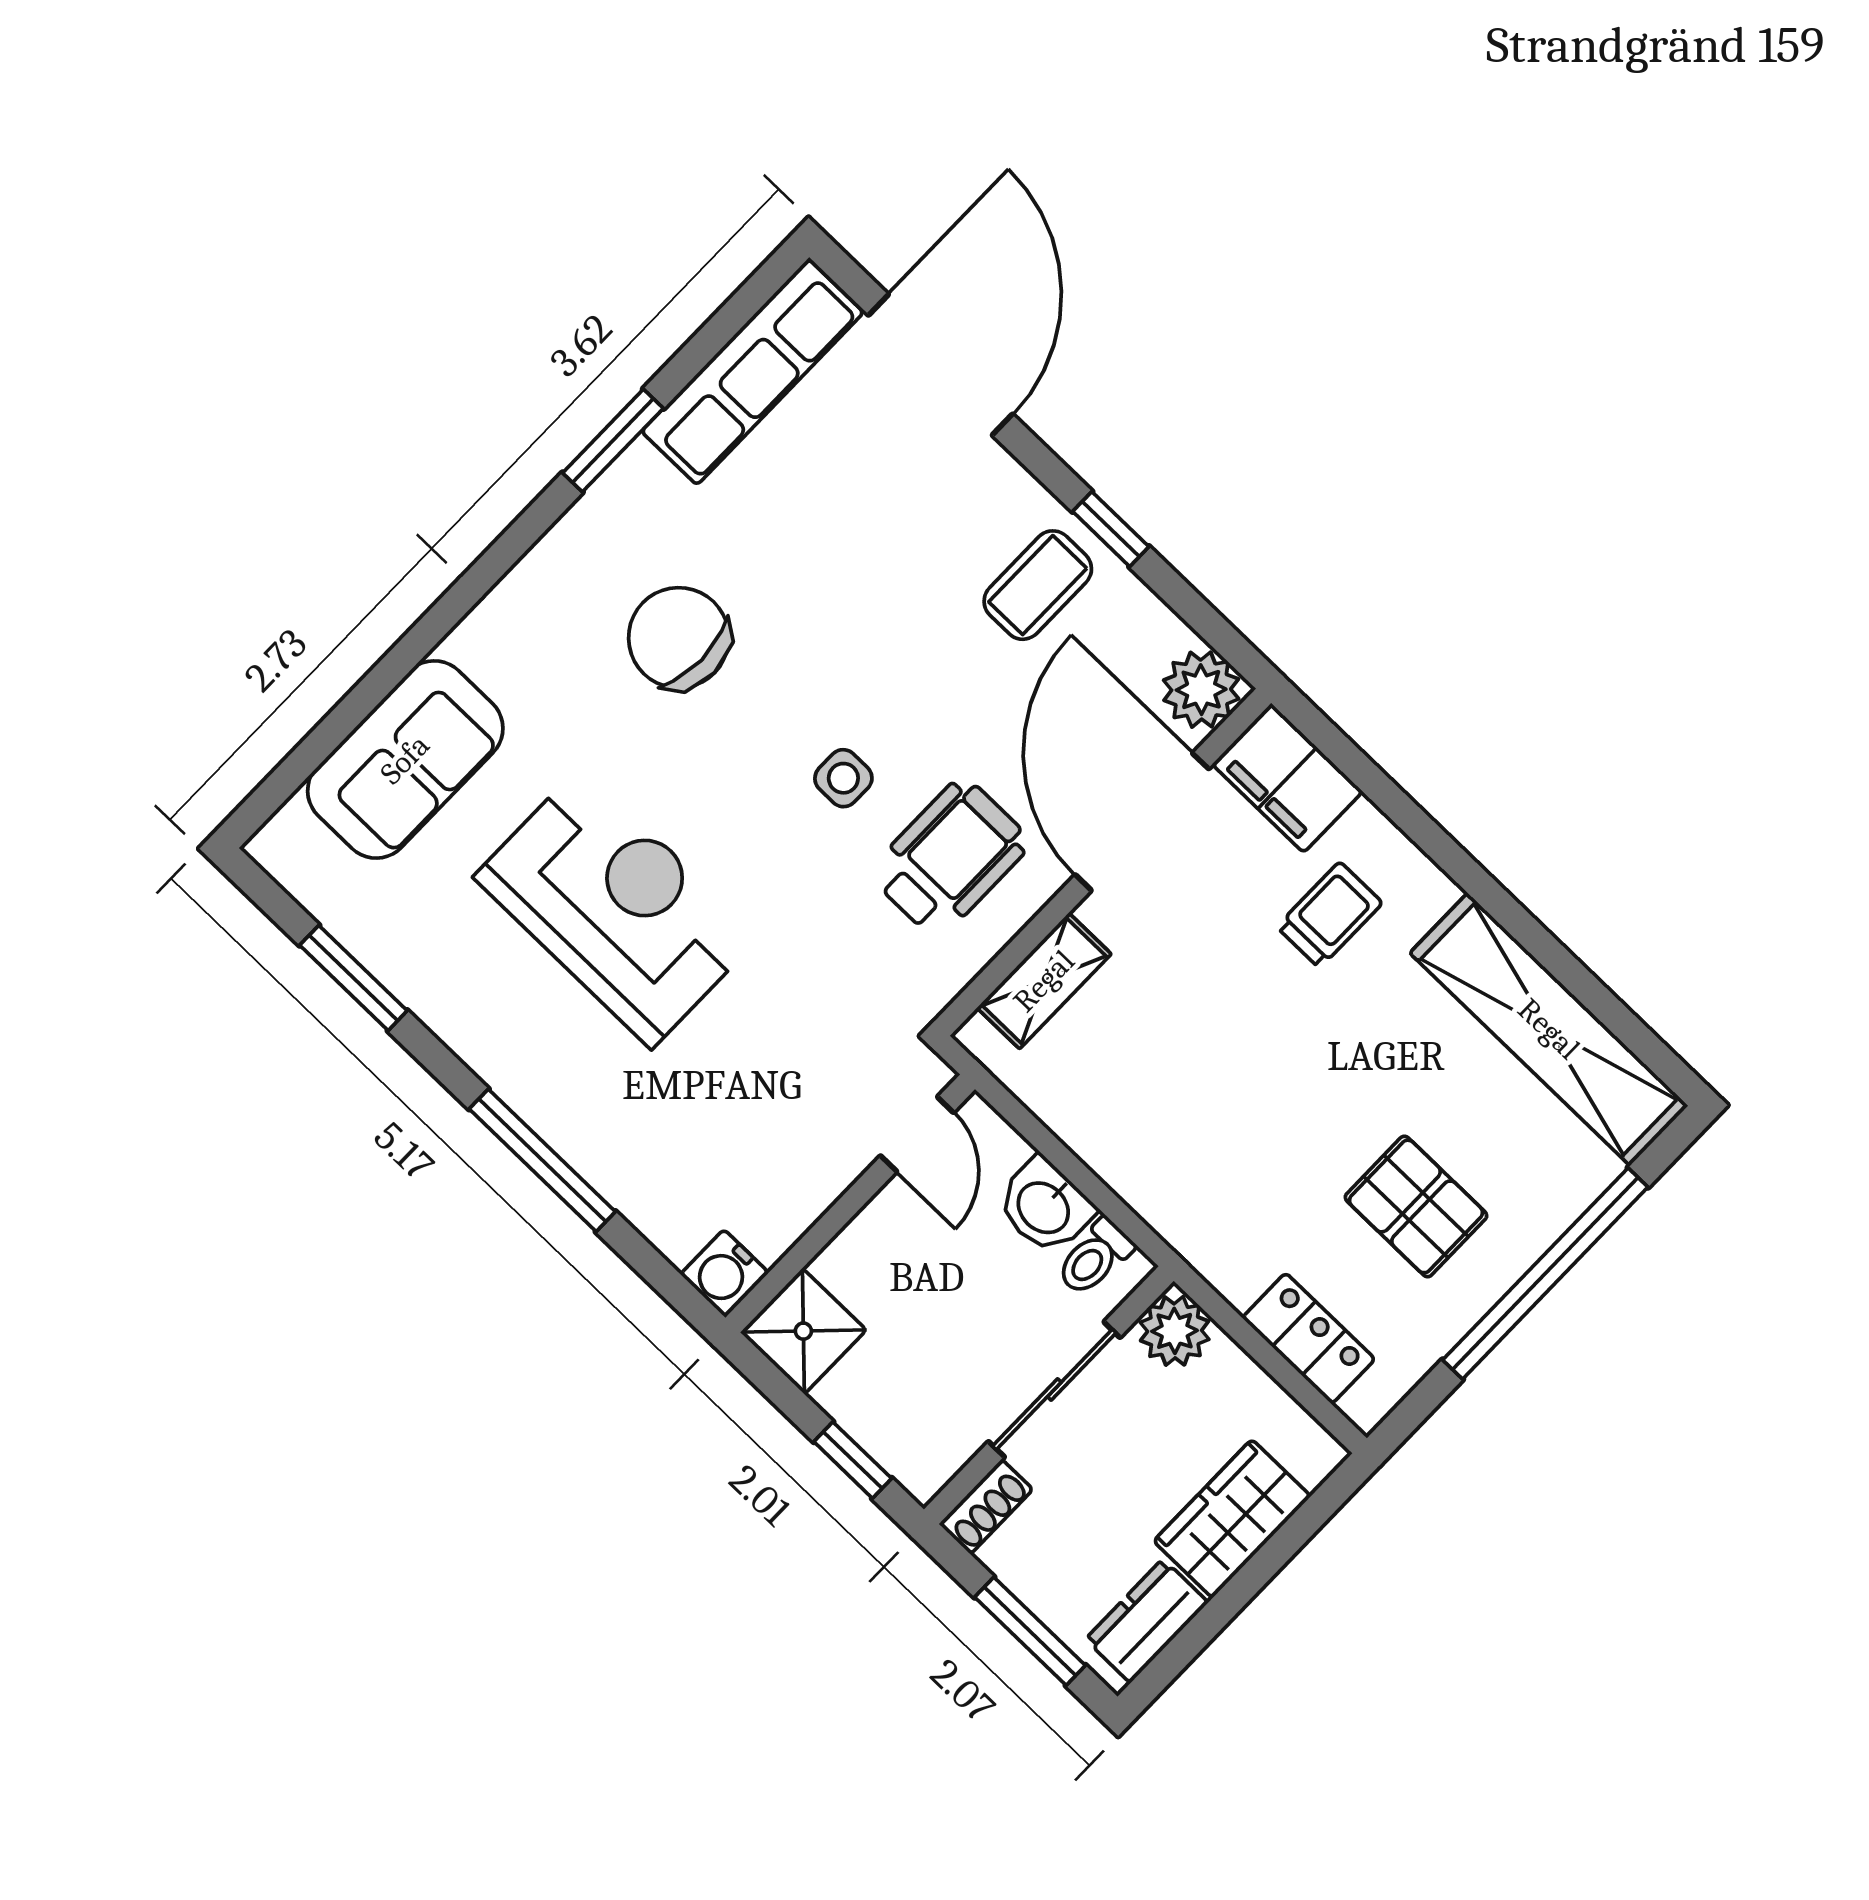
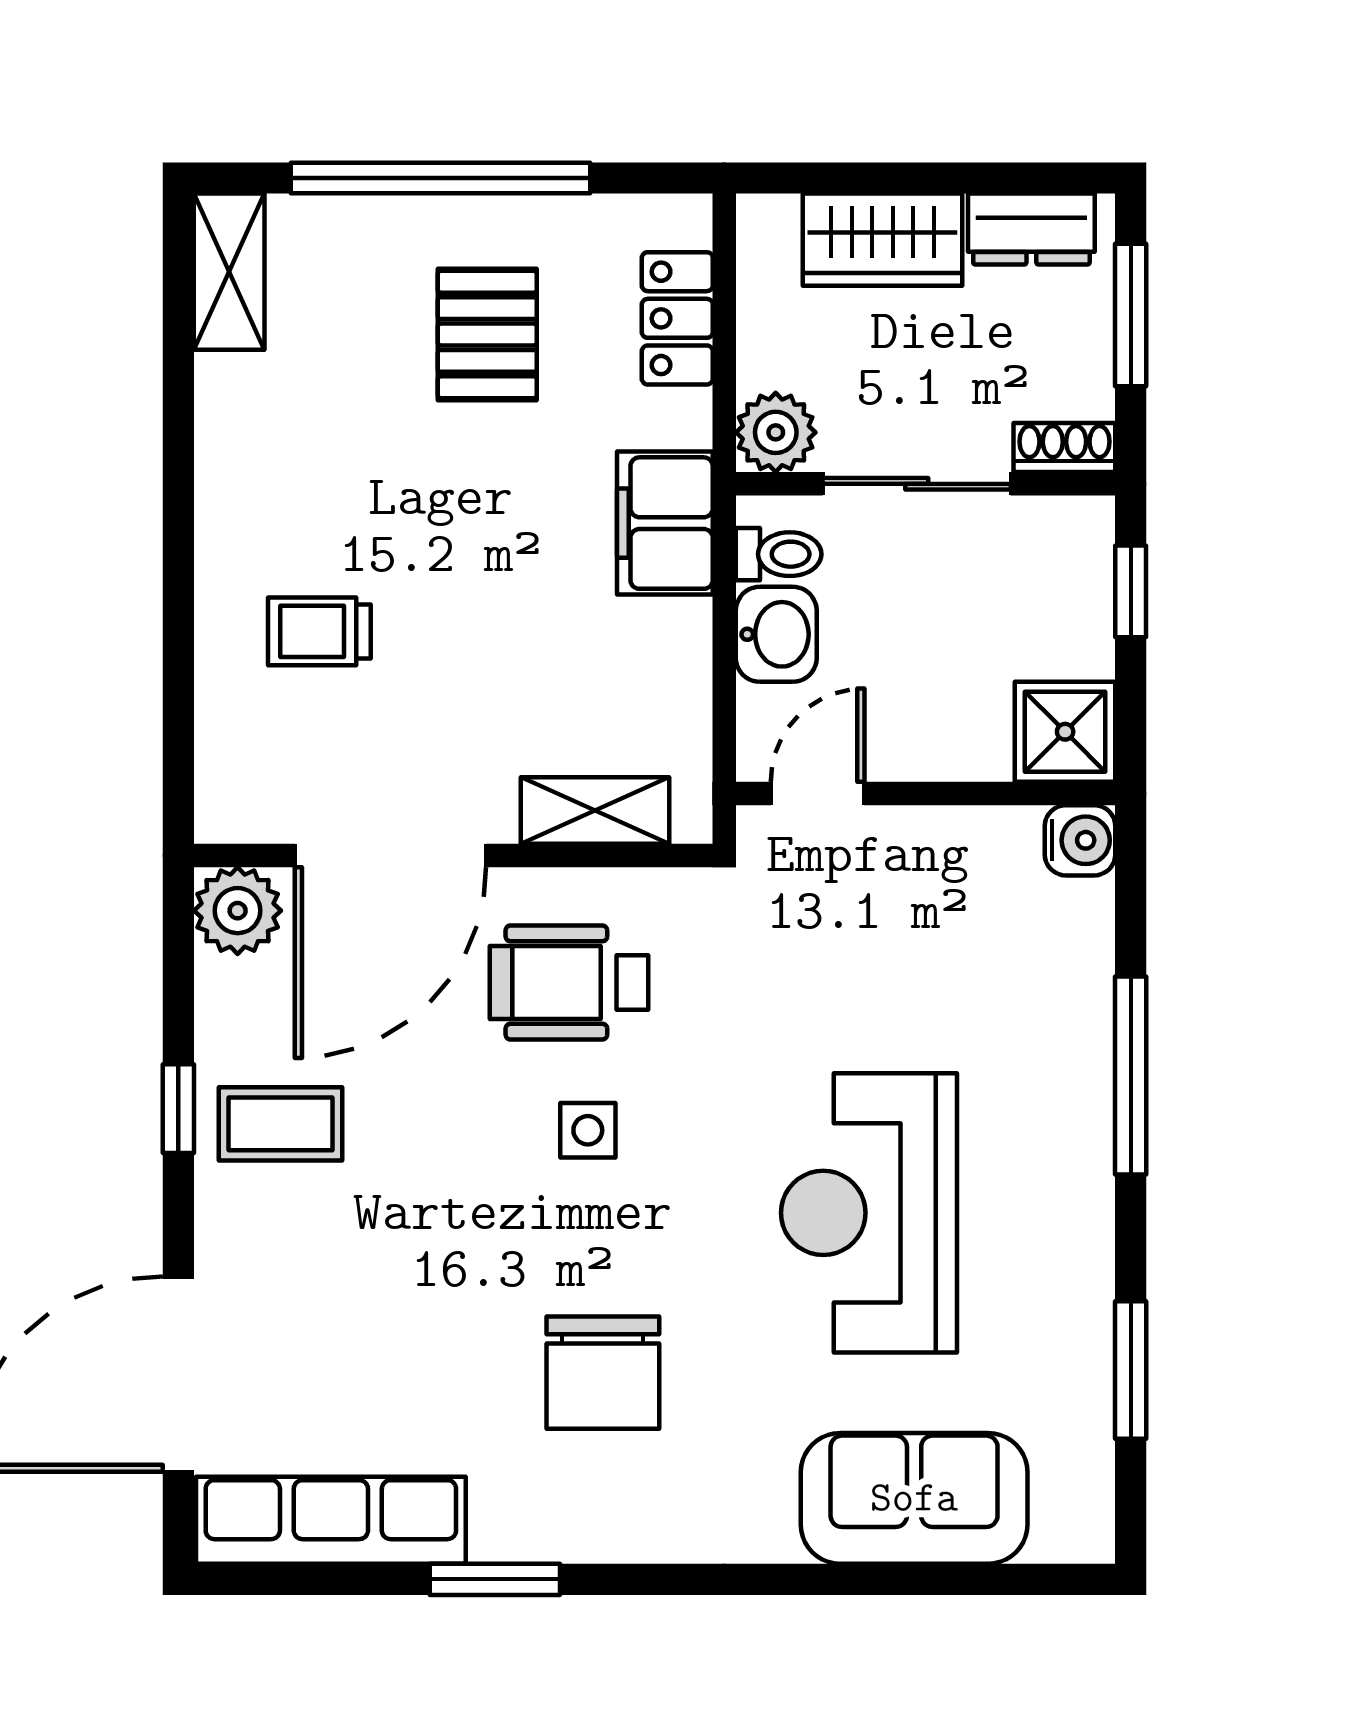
filing cabinet: (1287, 778) -> (665, 523), moved, turned 180
shelving: (1549, 1029) -> (229, 272), width x0.45, depth x0.75

